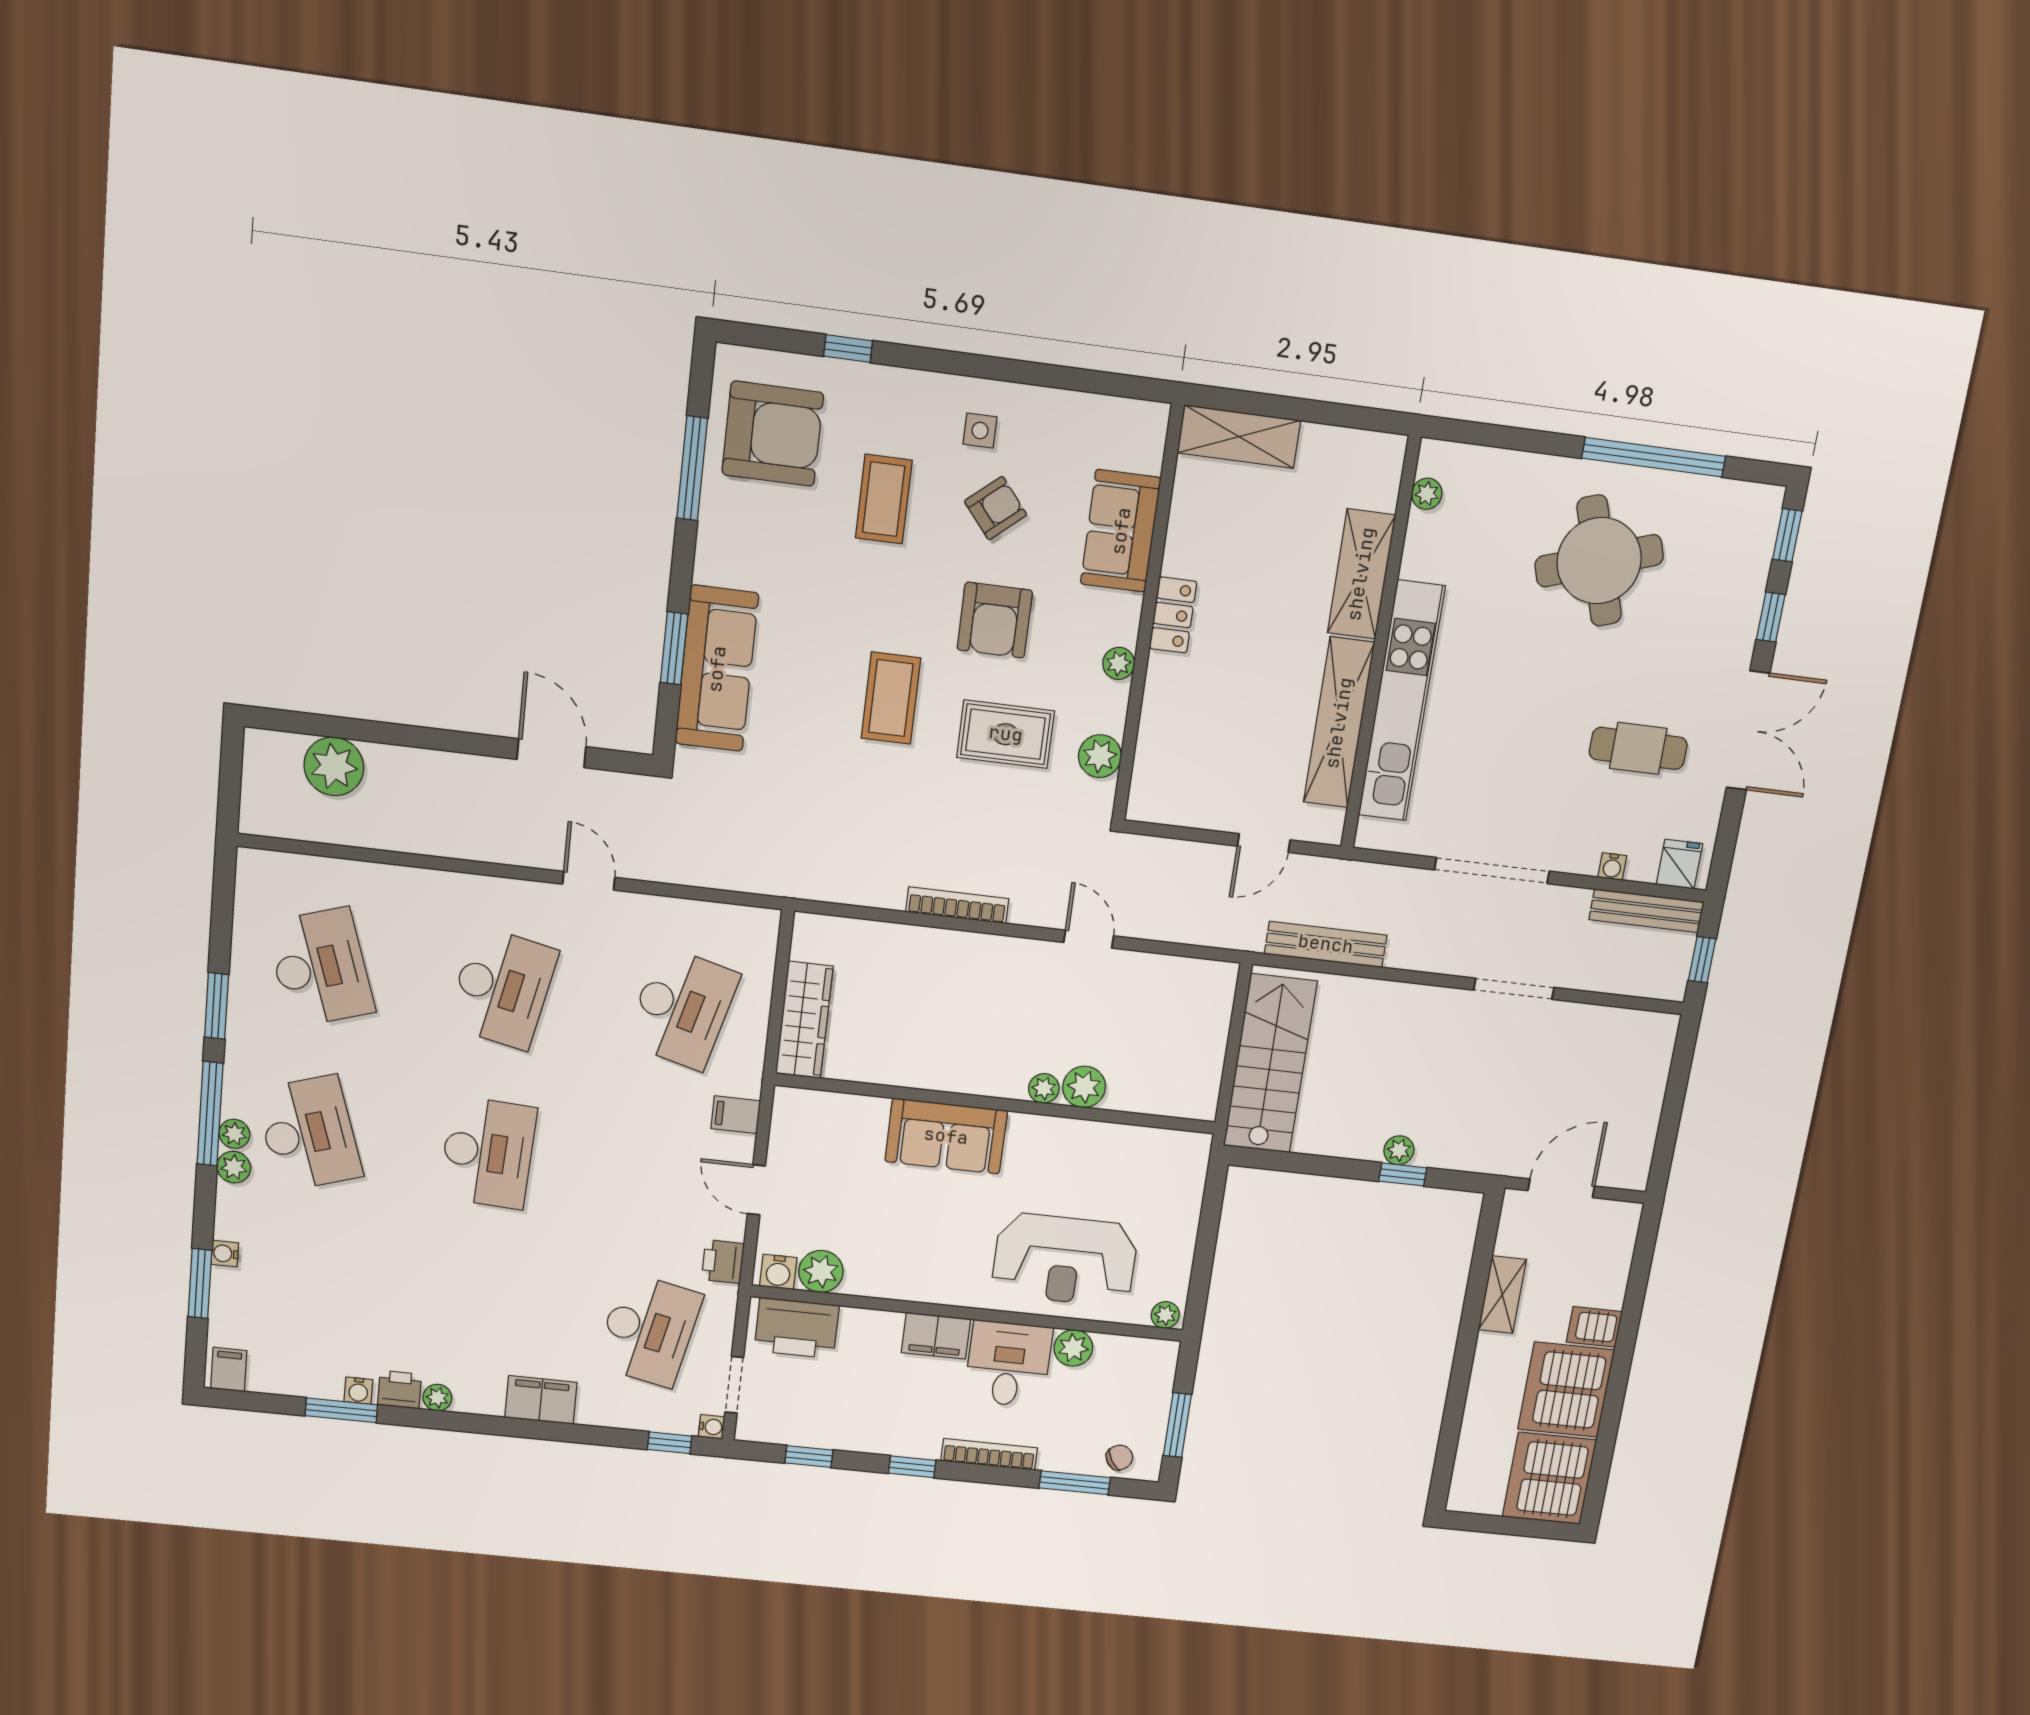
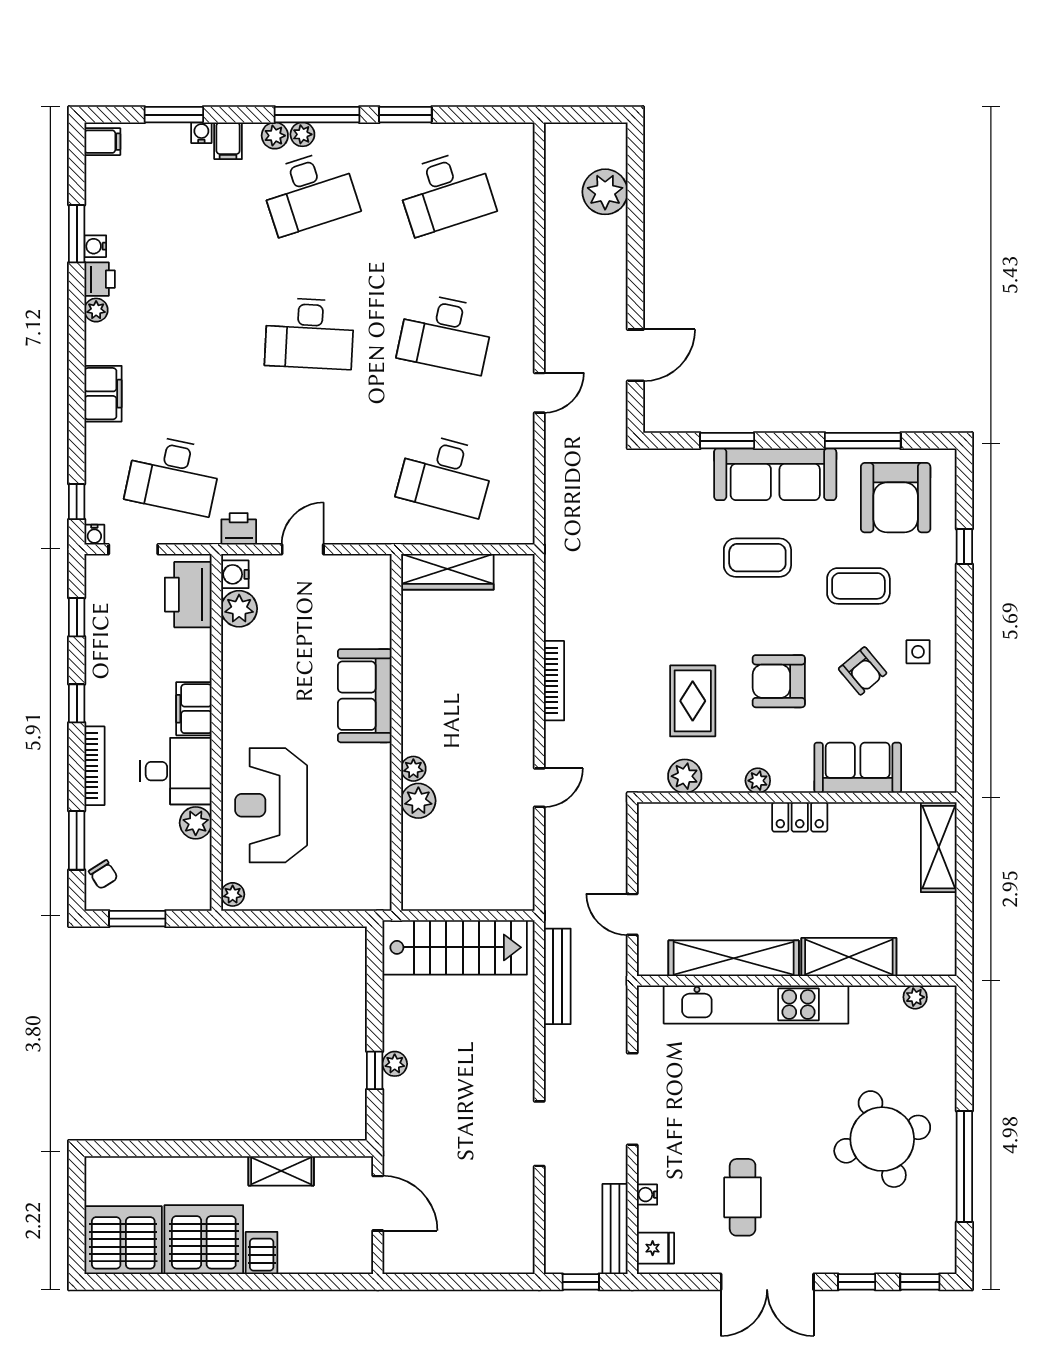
sofa: (717, 669) -> (775, 474), moved
coffee table: (891, 698) -> (757, 558), moved
filing cabinet: (736, 1115) -> (228, 141), moved, turned 180

